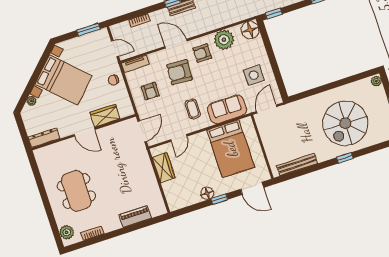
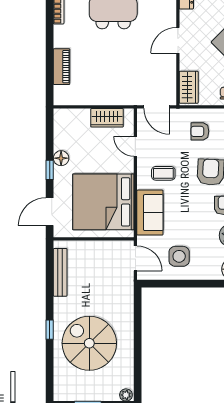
wardrobe: (105, 116) -> (189, 87), moved
bed: (231, 149) -> (103, 202), width x1.36

